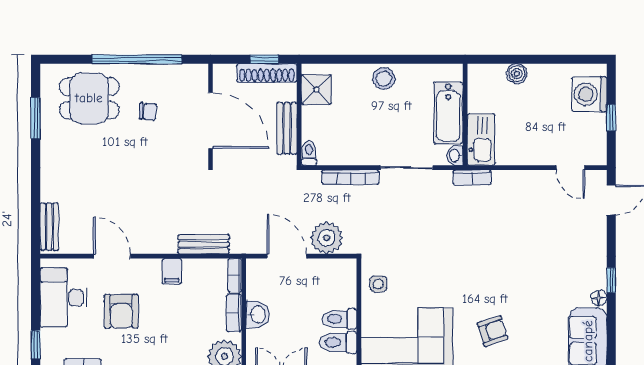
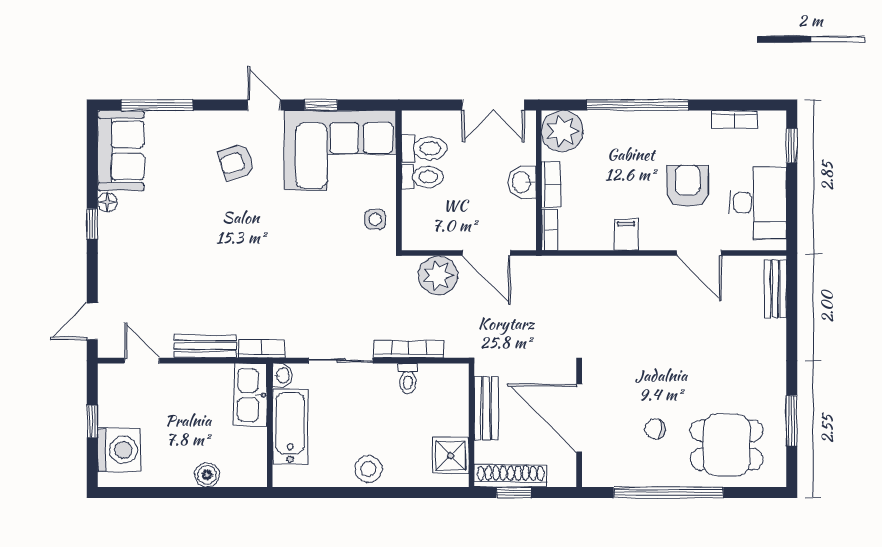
toilet: (309, 153) -> (408, 378), moved
bench: (204, 244) -> (205, 346), moved

